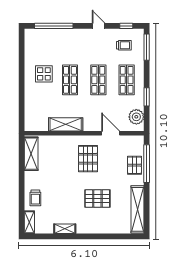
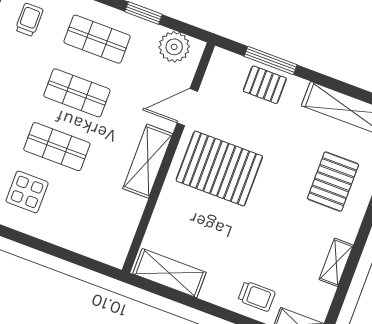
shelving: (66, 124) -> (148, 161), moved
pallet: (88, 159) -> (219, 168), width x1.37, depth x1.41
window: (147, 164) -> (271, 60), width x0.68
pallet: (97, 199) -> (333, 182), moved

